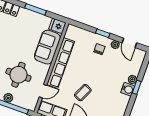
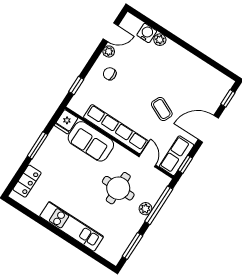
window: (103, 33) -> (76, 86), moved
window: (137, 87) -> (171, 36), removed
water cooler: (128, 89) -> (147, 33), moved

